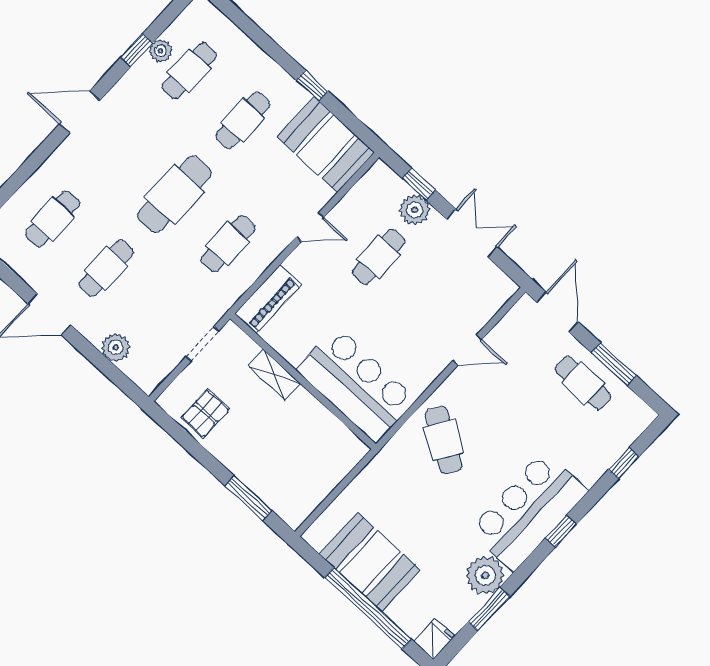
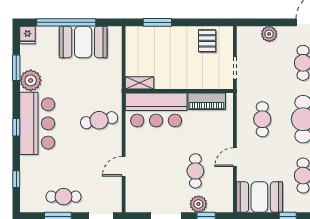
piano: (268, 299) -> (207, 101), moved, turned -90
shelving: (274, 375) -> (139, 83), moved
cafe table: (444, 440) -> (99, 120), turned -43

